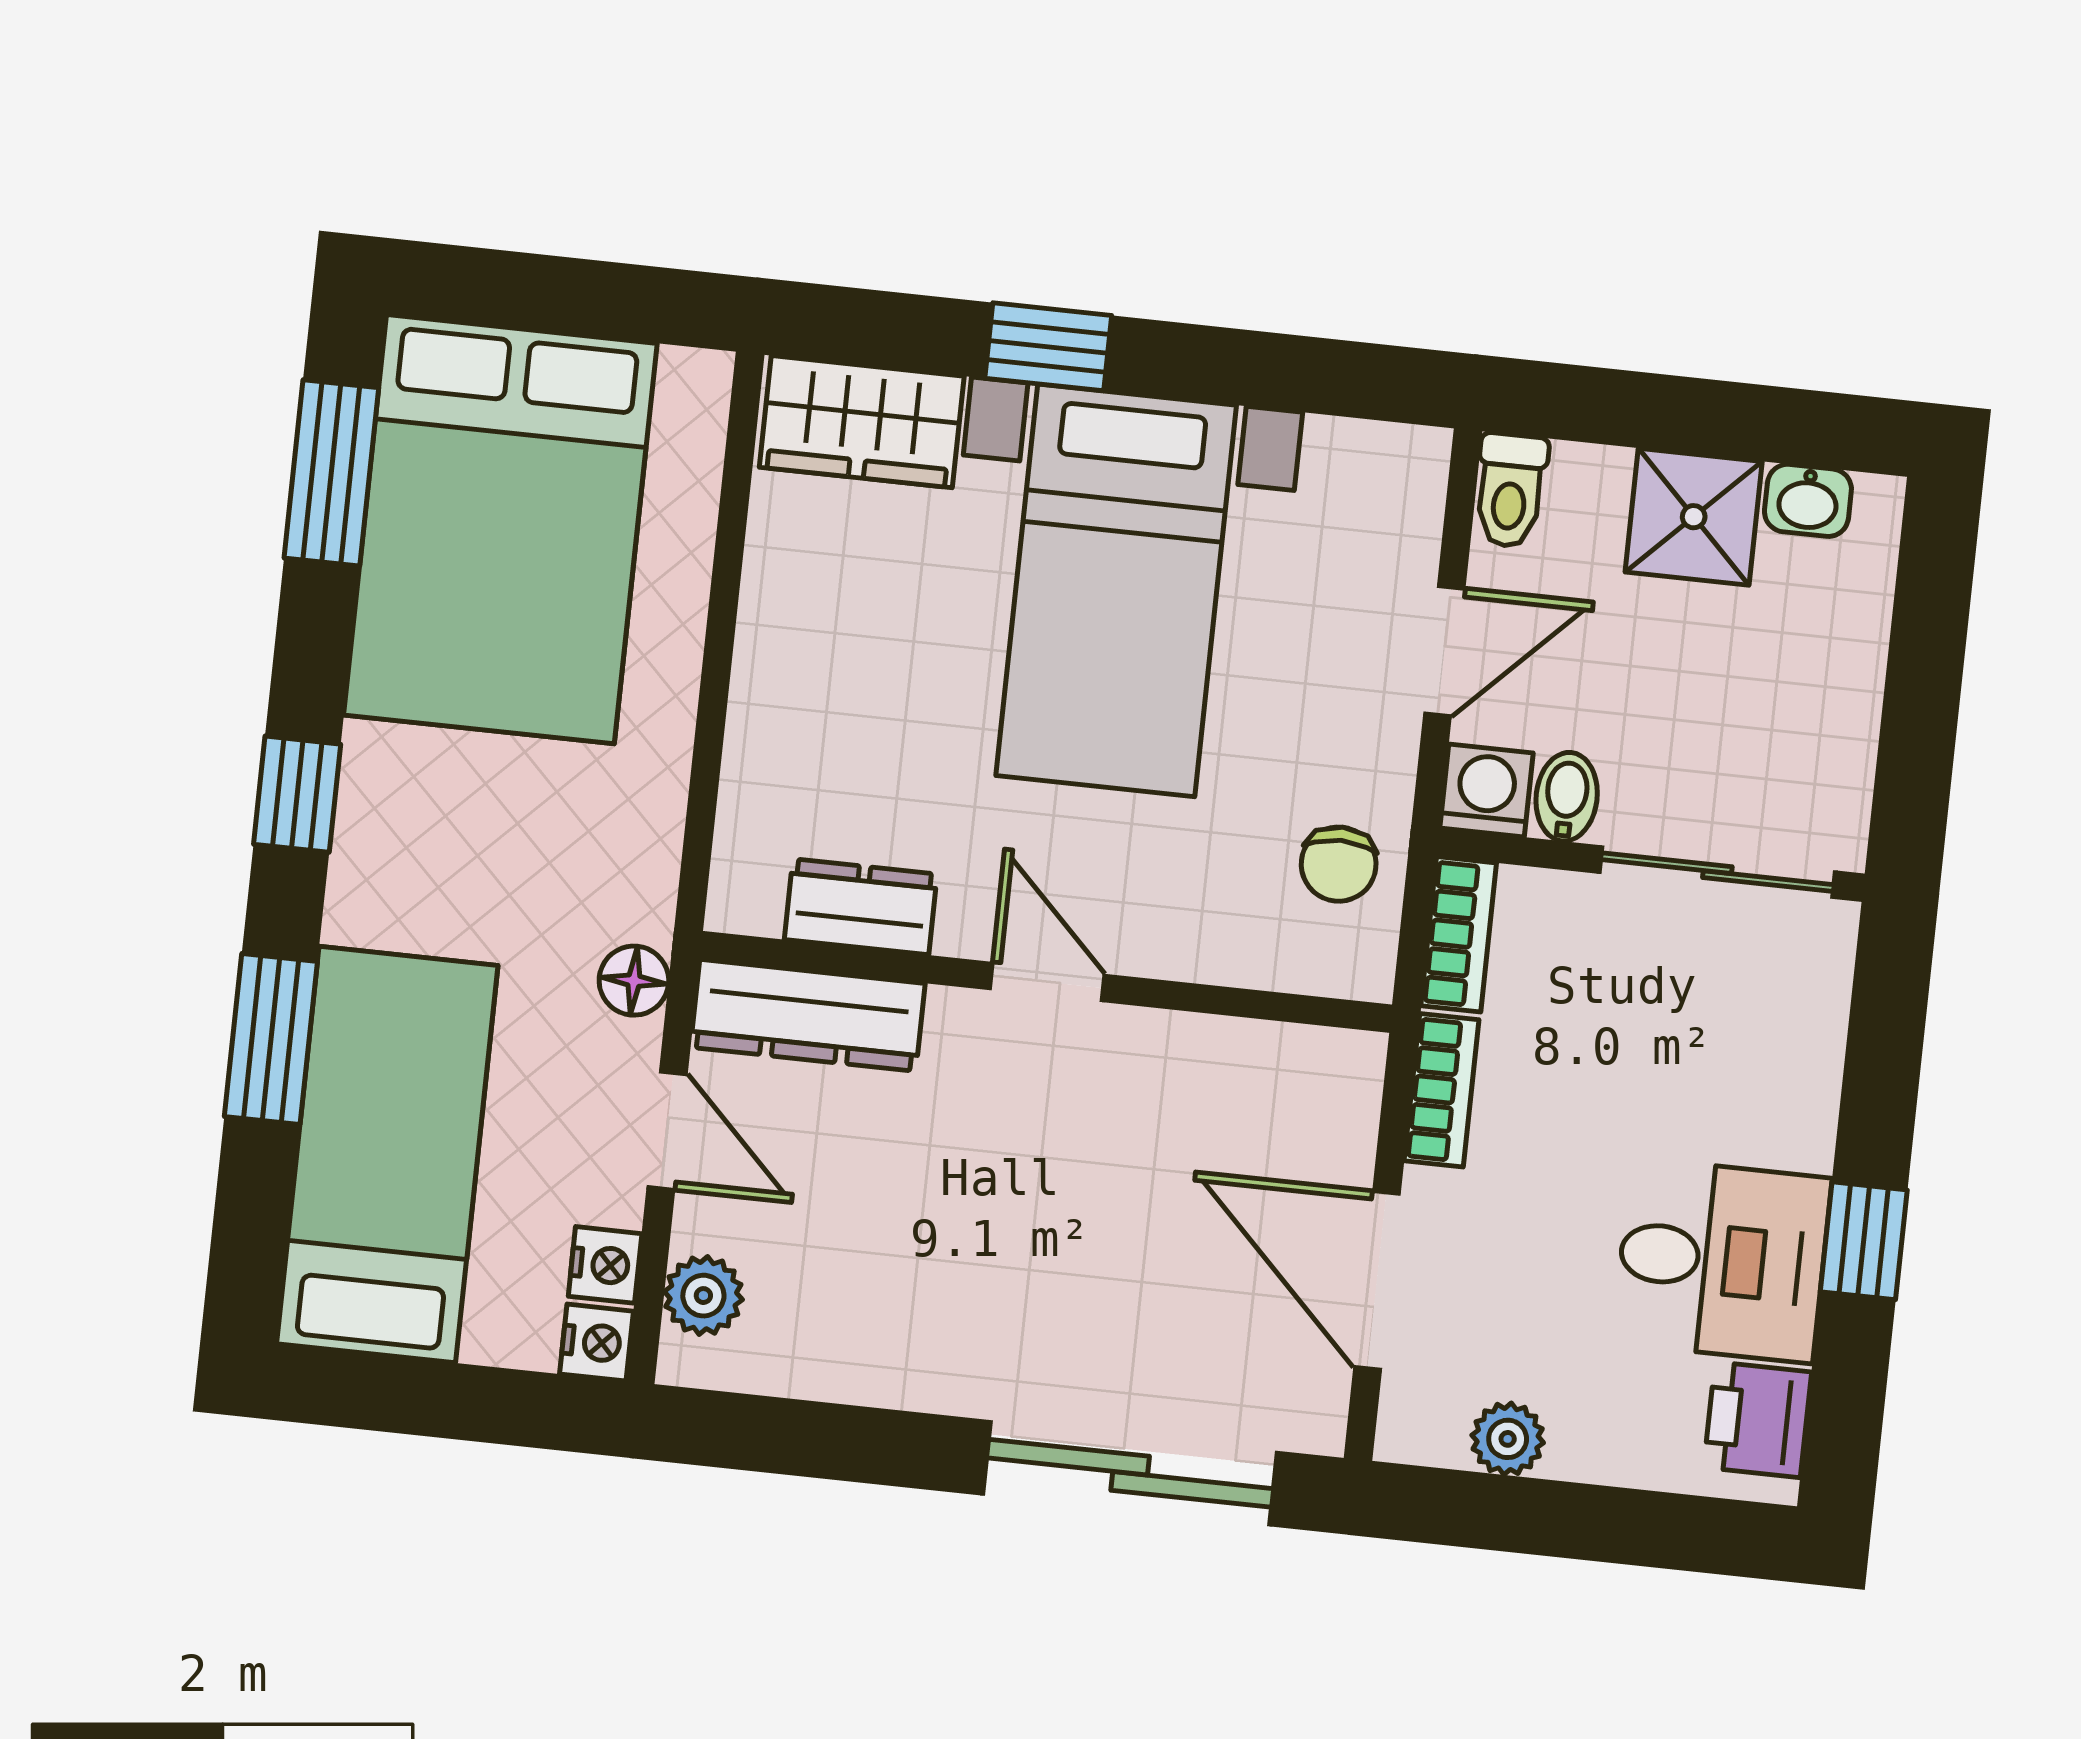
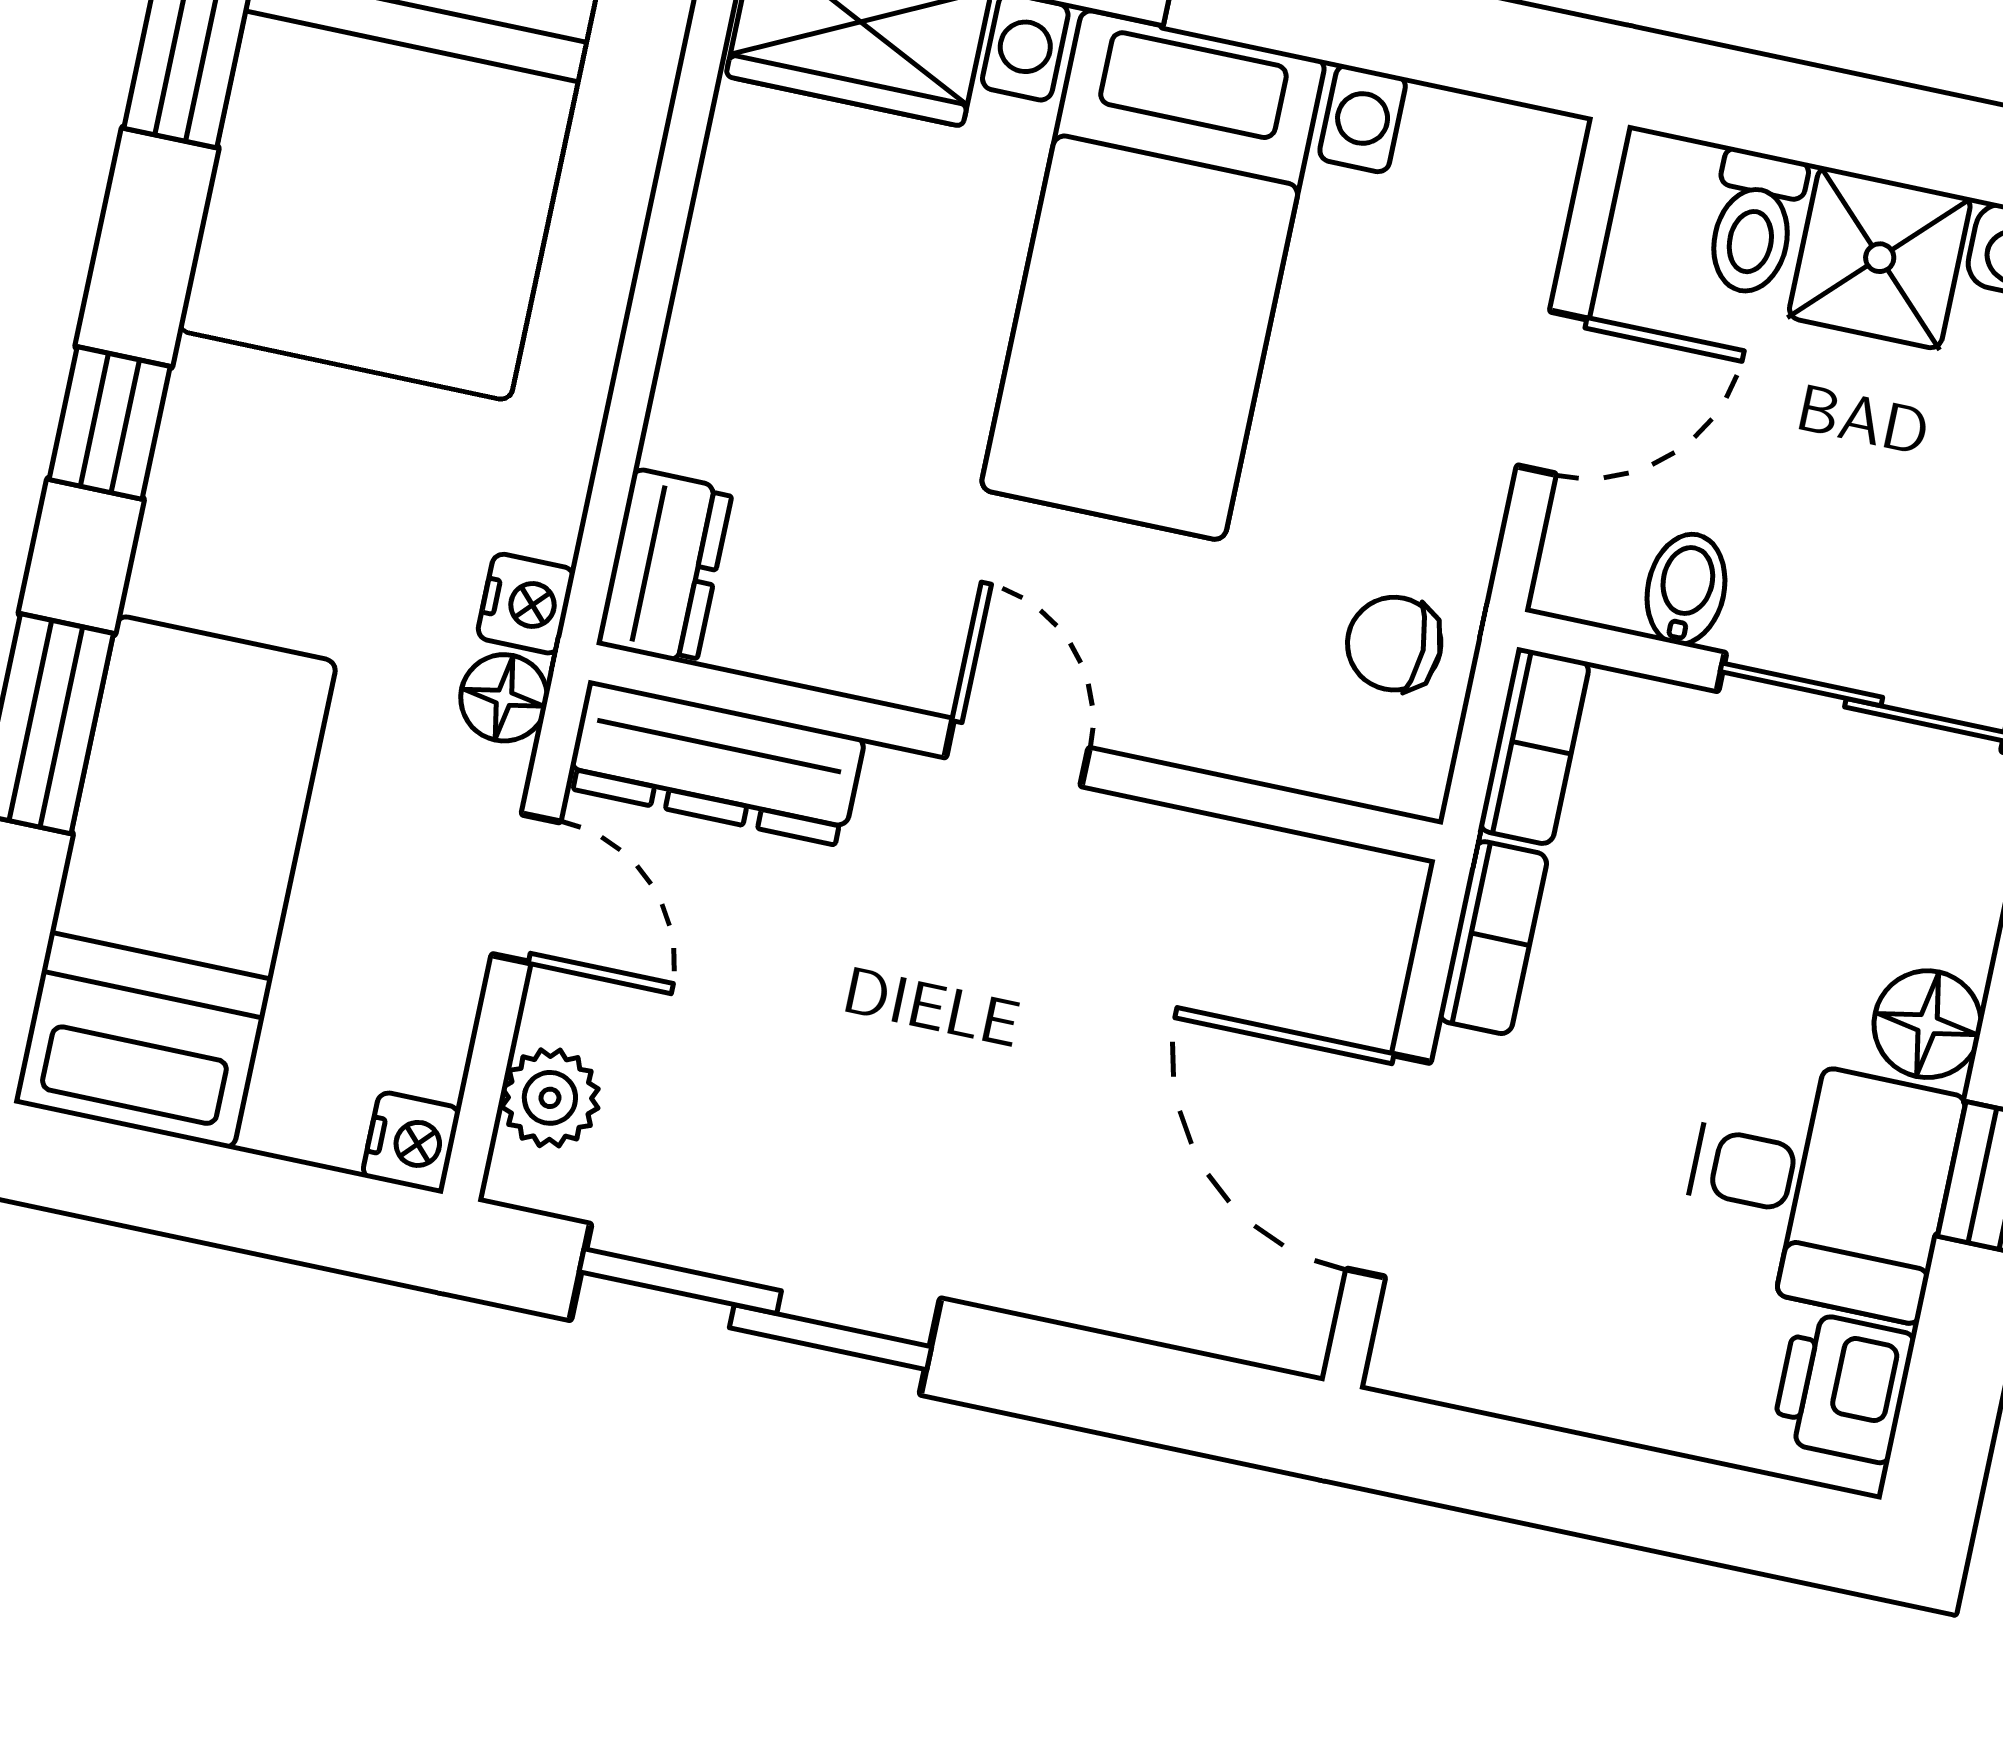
toilet: (1510, 490) -> (1754, 223), moved
washing machine: (1486, 790) -> (1587, 571), removed
chair: (1339, 864) -> (1394, 644), turned 90
dresser: (861, 907) -> (665, 567), moved, turned 90
floor lamp: (1795, 1123) -> (1928, 1024), added
nightstand: (605, 1265) -> (526, 604), moved
plant: (1508, 1439) -> (1530, 1379), removed
sliding door: (1130, 1473) -> (755, 1309), moved

